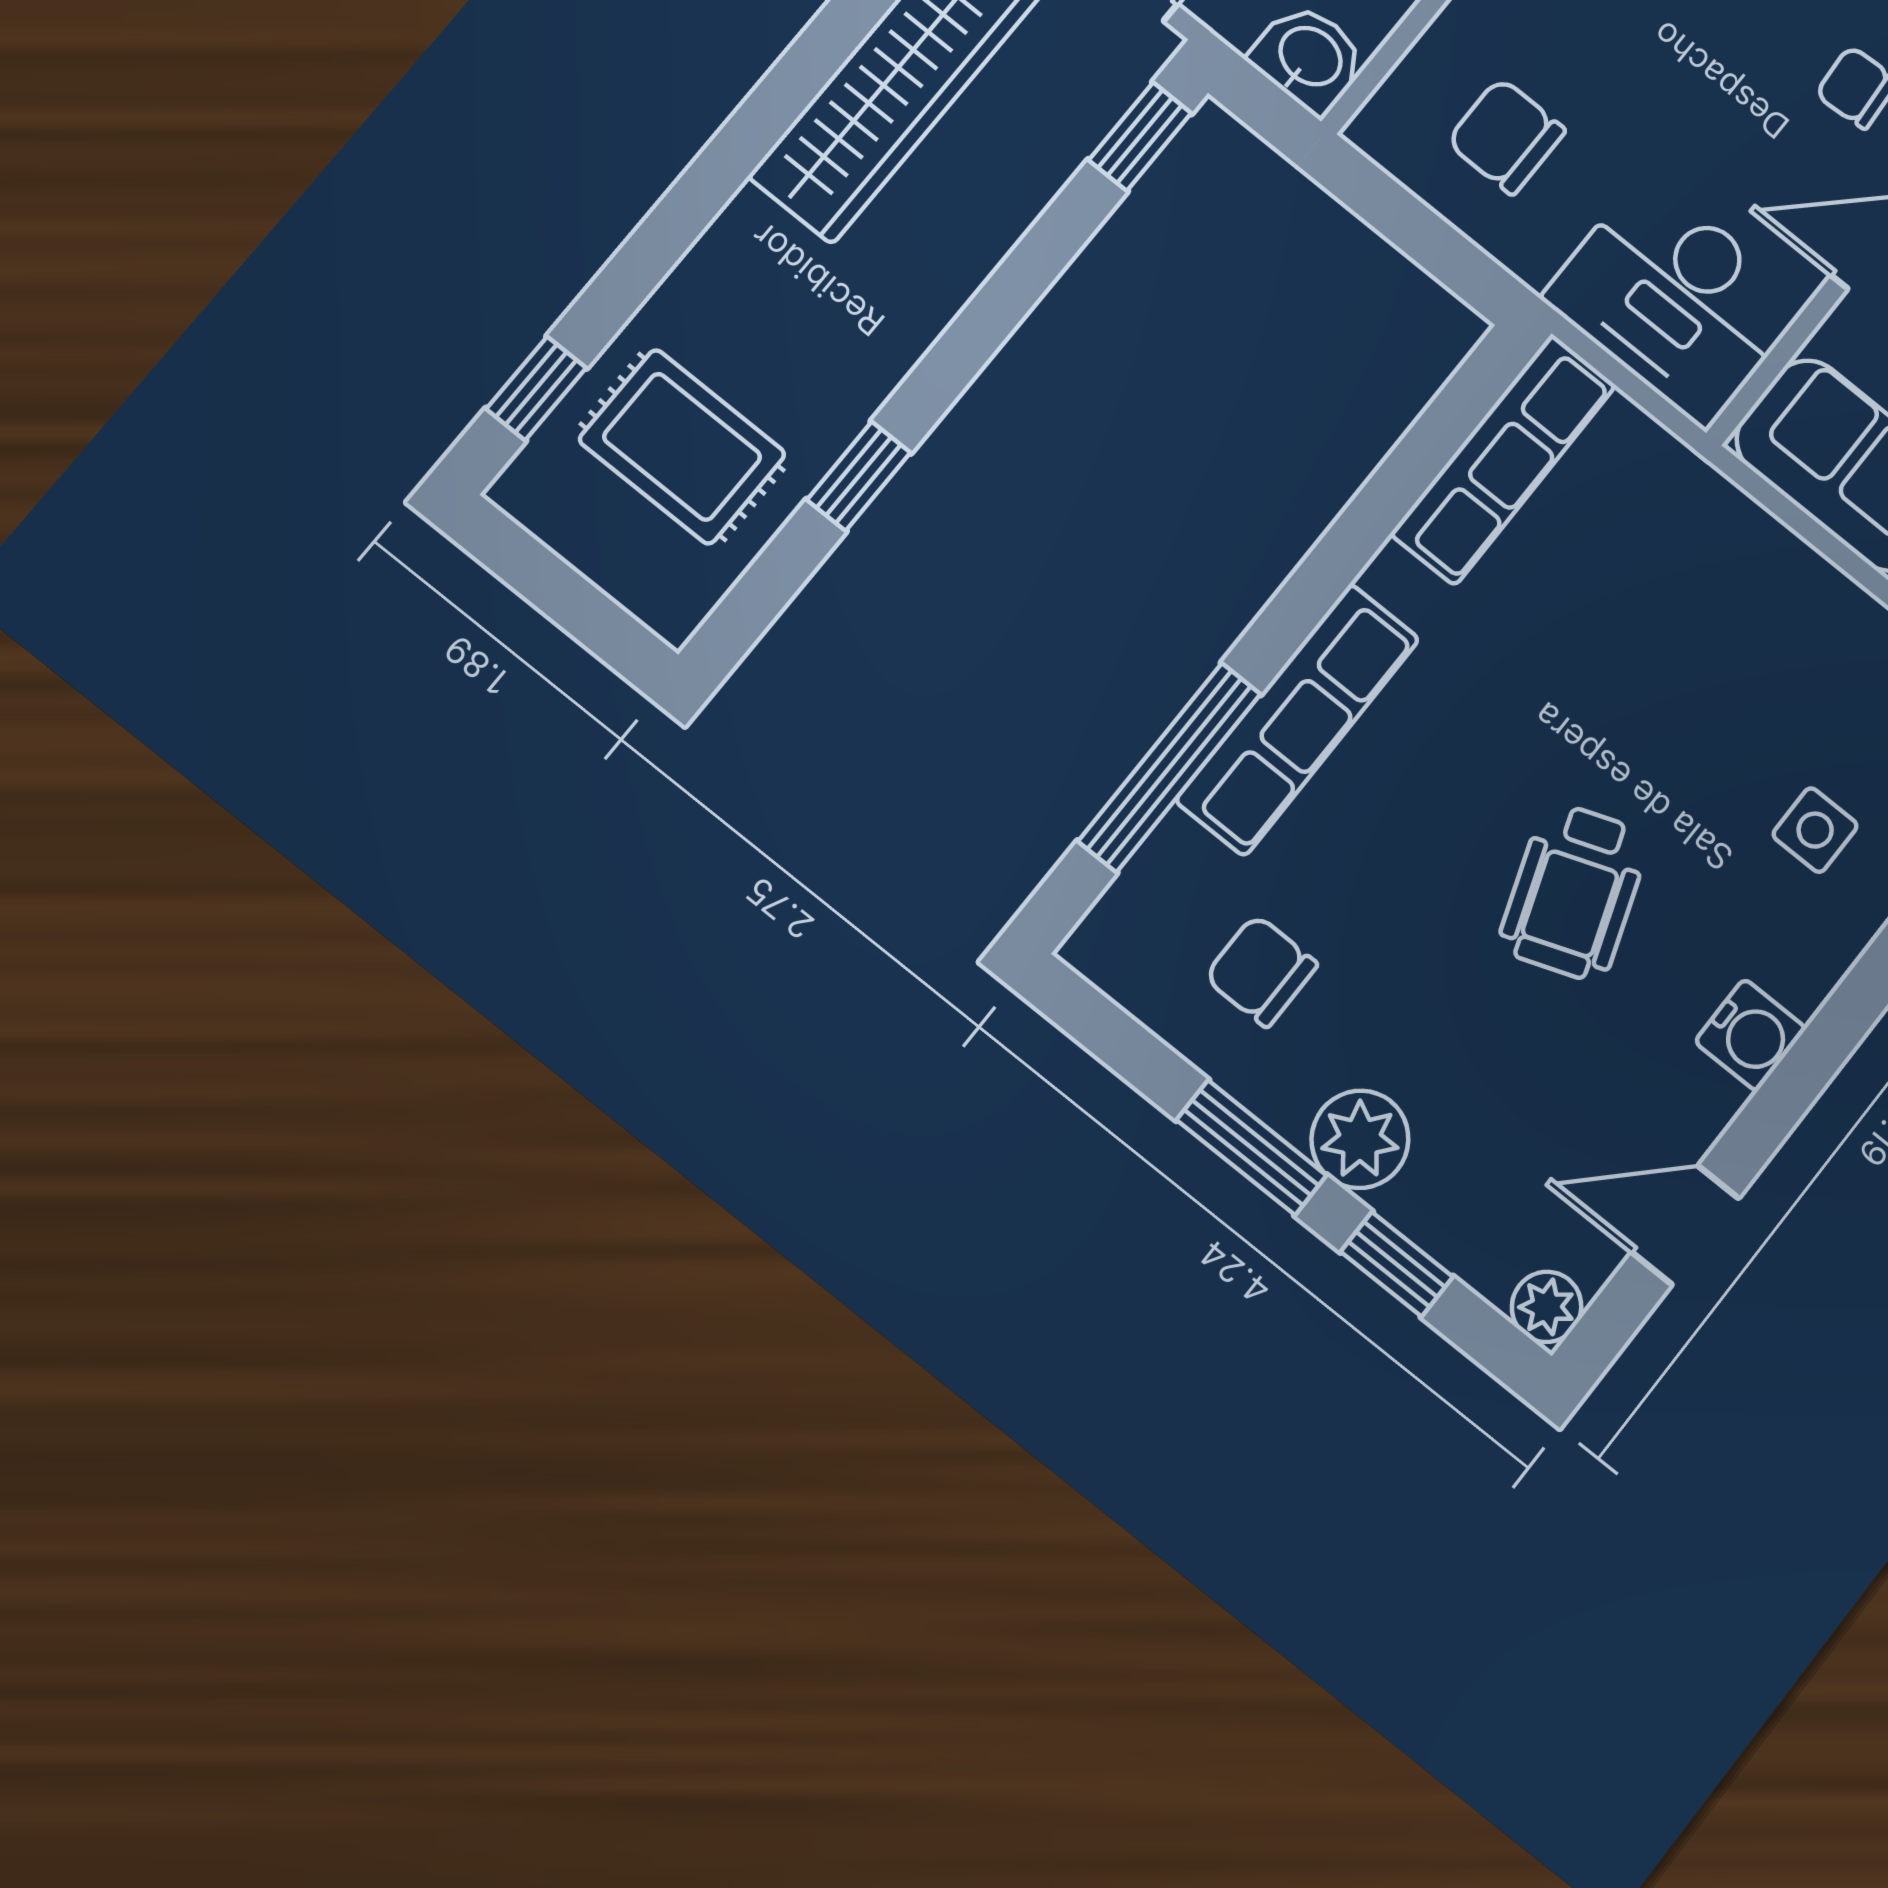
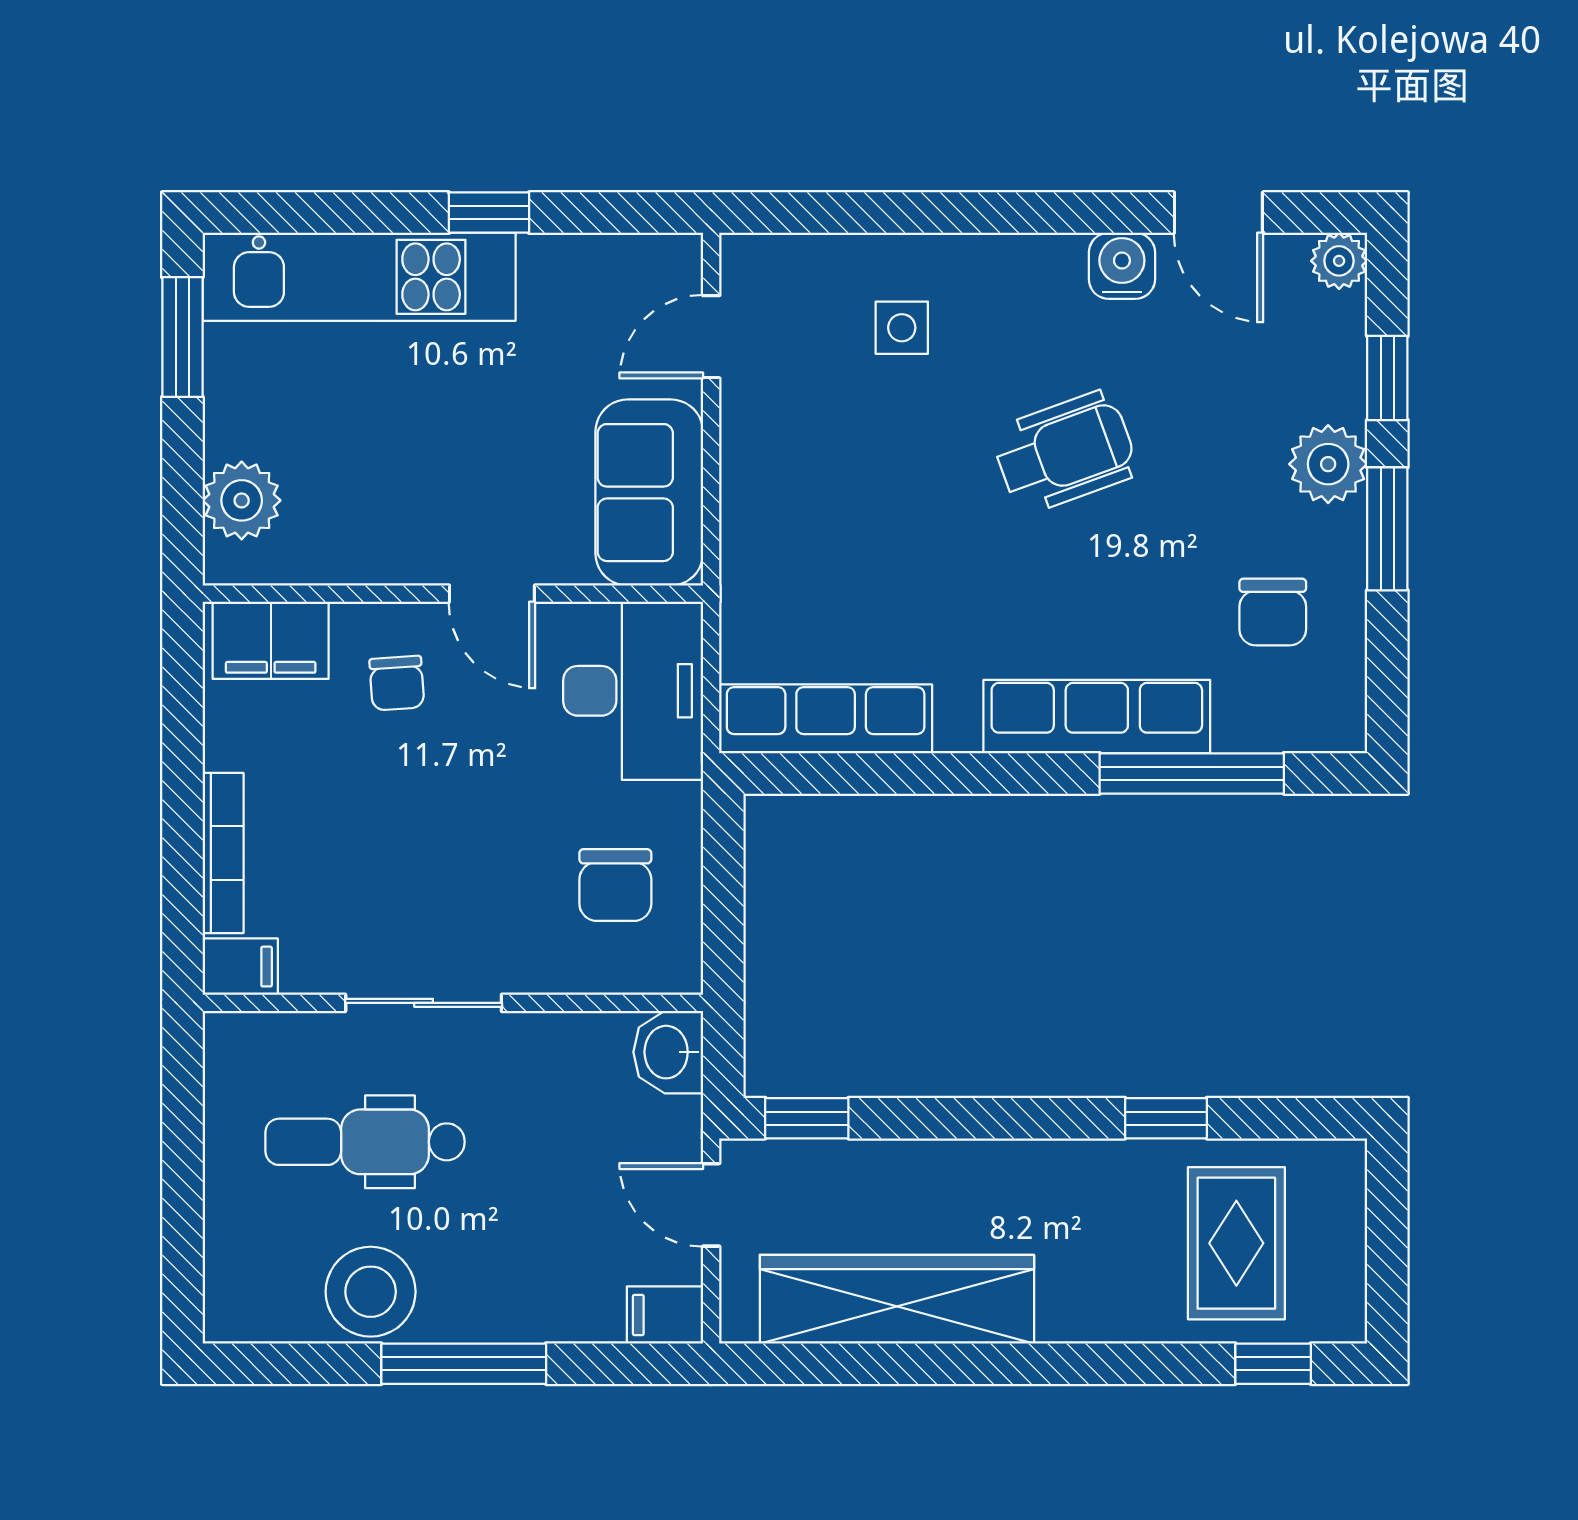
water cooler: (1751, 1035) -> (1122, 266), moved

